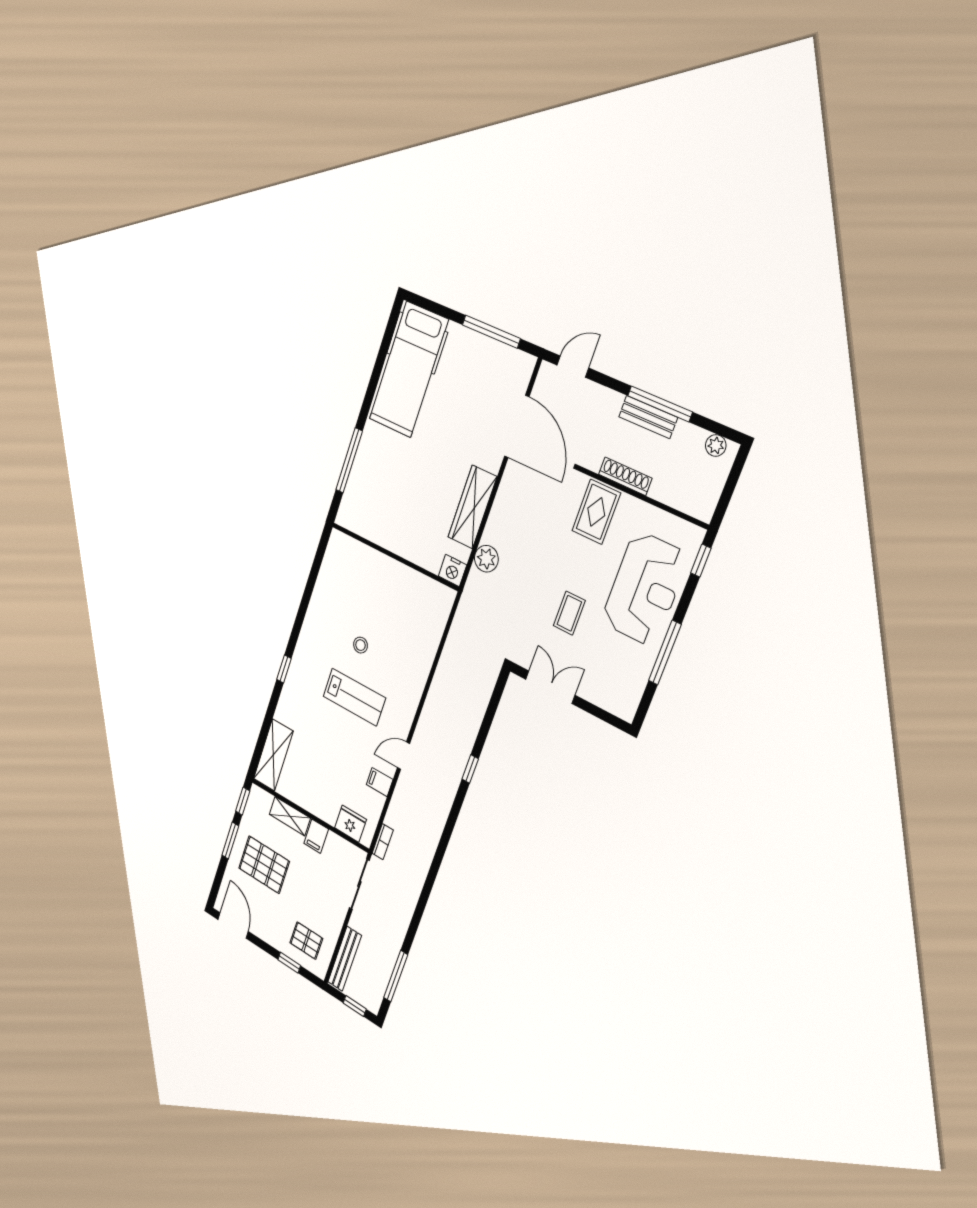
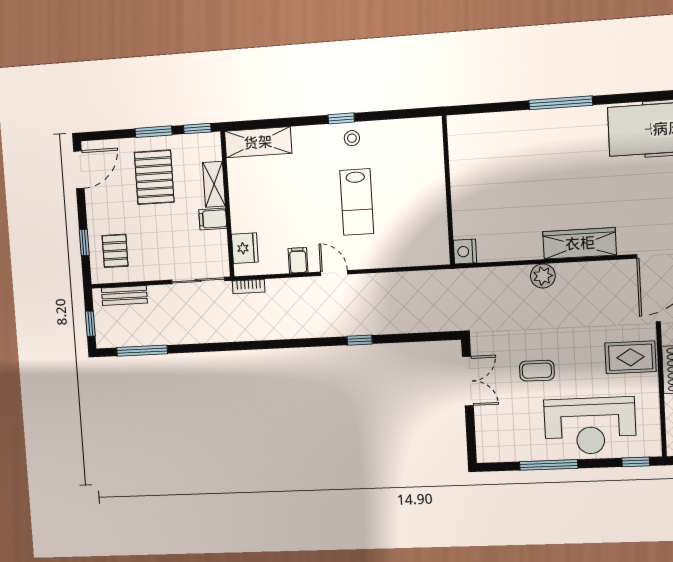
wall: (395, 556) -> (448, 190), moved
nightstand: (452, 571) -> (465, 252), moved
stool: (360, 645) -> (352, 138), moved
bench: (345, 959) -> (124, 296), width x0.73

